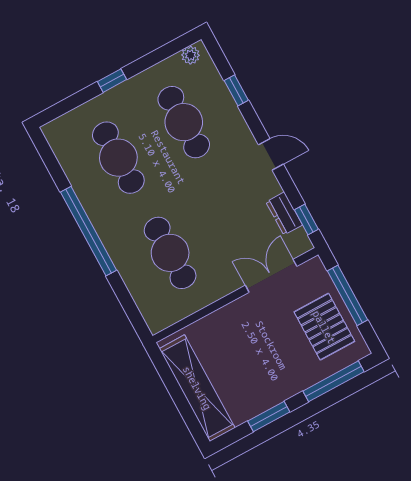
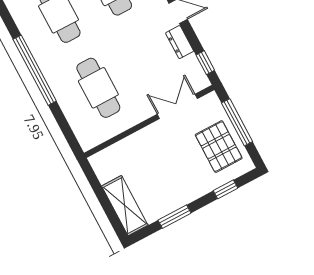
dresser: (284, 213) -> (180, 42), moved
window: (334, 381) -> (225, 189), width x0.46
shelving: (197, 388) -> (125, 206), width x0.68

